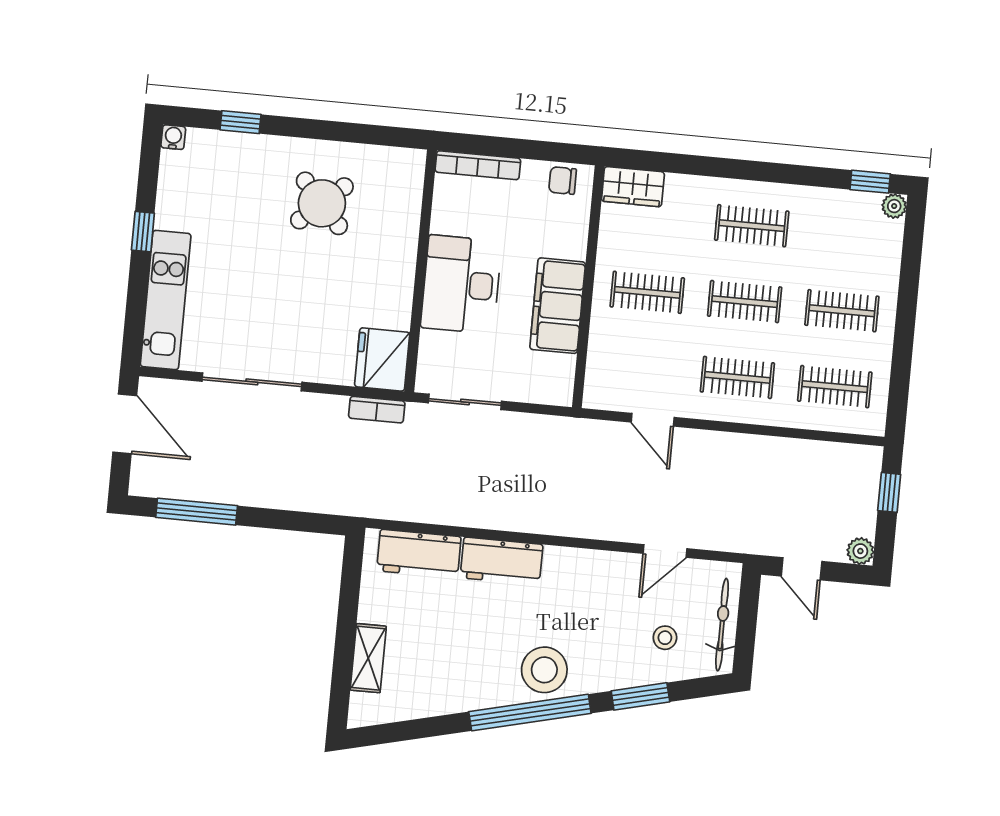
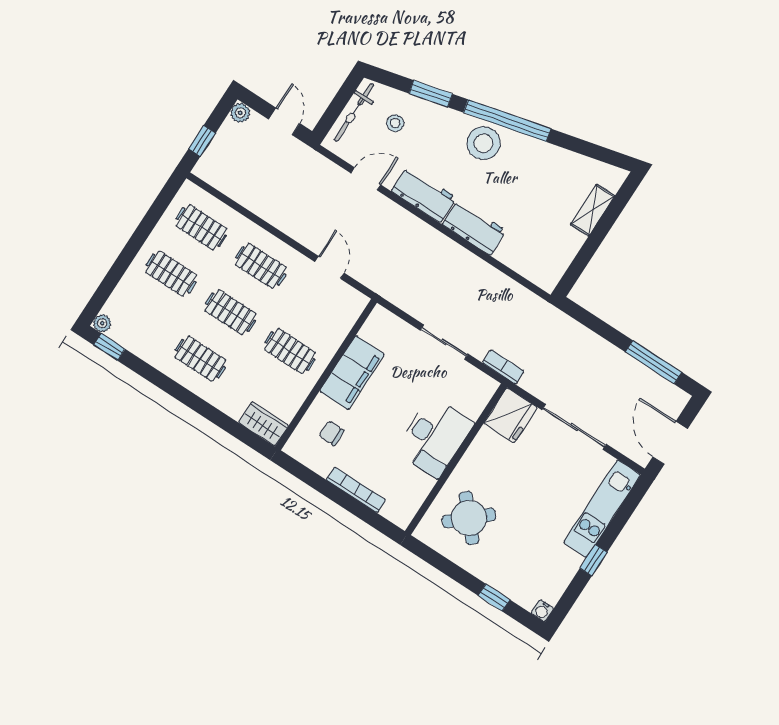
chair: (563, 181) -> (332, 433), moved, turned 180
wall: (421, 271) -> (456, 459), moved
desk: (461, 284) -> (434, 437), moved
fridge: (382, 359) -> (511, 415), moved
workbench: (419, 554) -> (424, 194), moved

